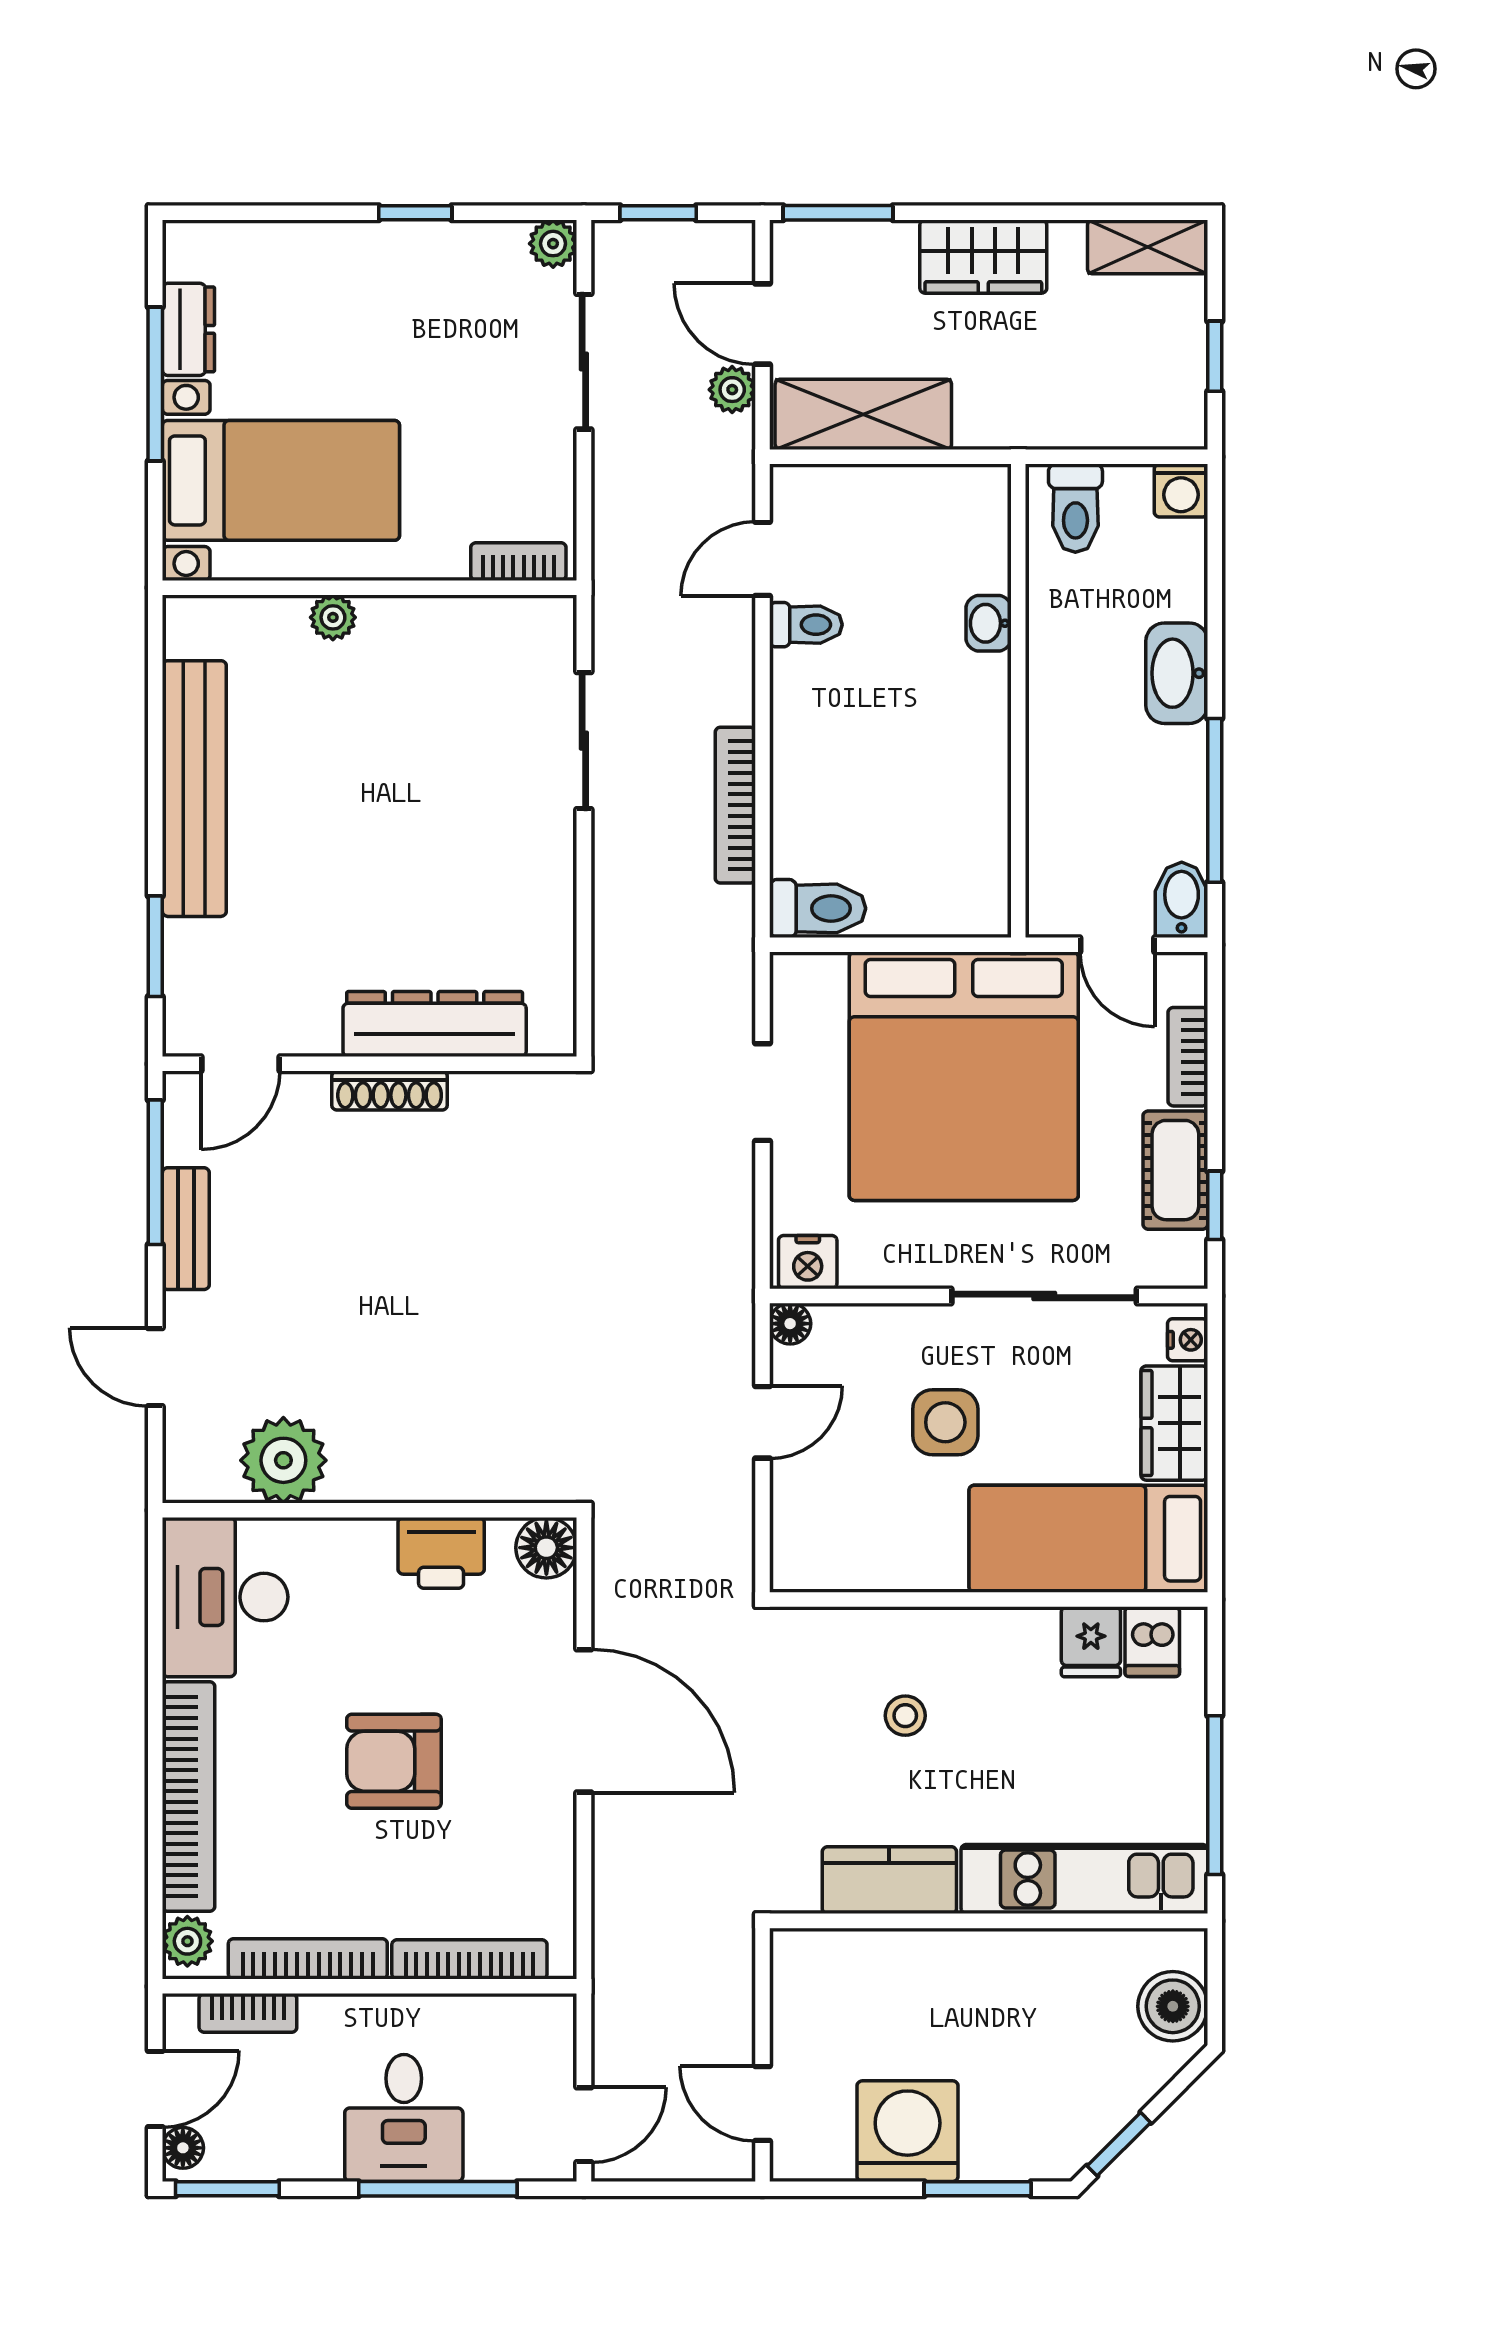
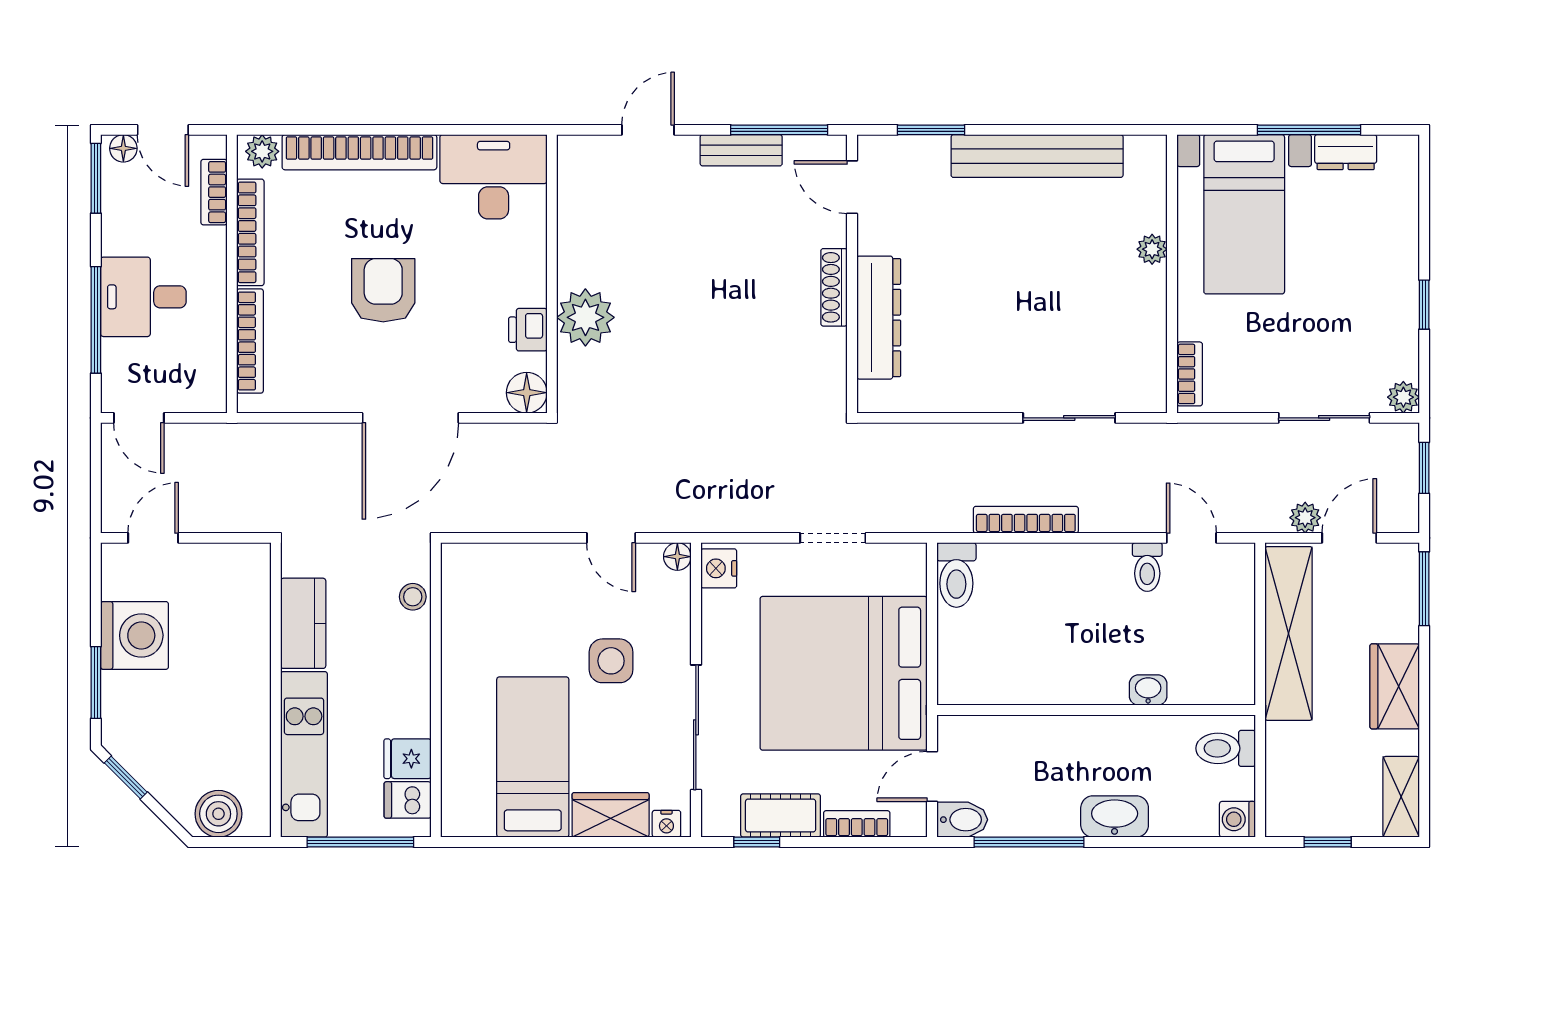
shelving: (863, 414) -> (1289, 633), width x1.47
plant: (283, 1460) -> (585, 317), moved
printer: (441, 1553) -> (528, 330), width x0.73, depth x0.81
wall: (989, 1599) -> (436, 690), moved
fridge: (1091, 1642) -> (408, 759), moved
dishwasher: (1152, 1642) -> (408, 800), moved
stool: (905, 1716) -> (413, 597), moved

